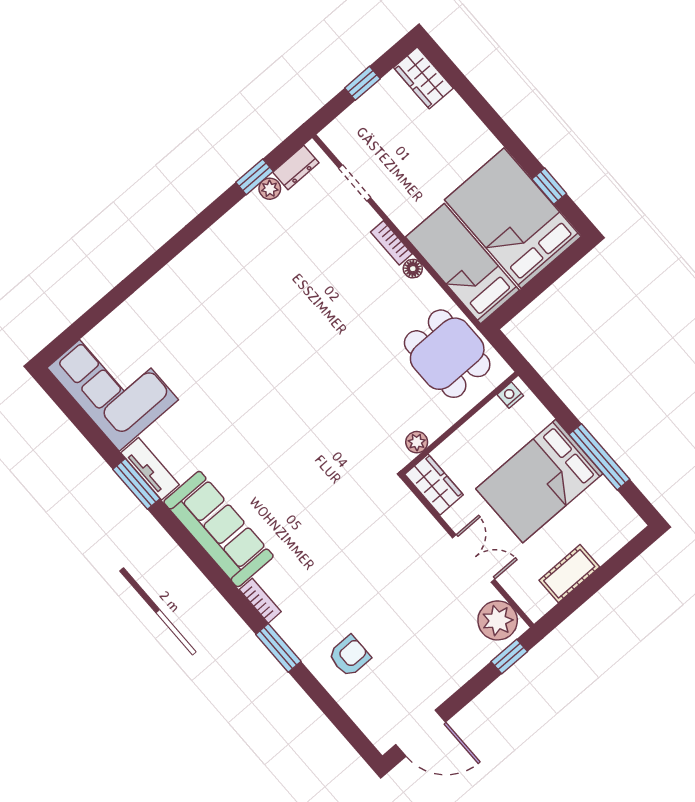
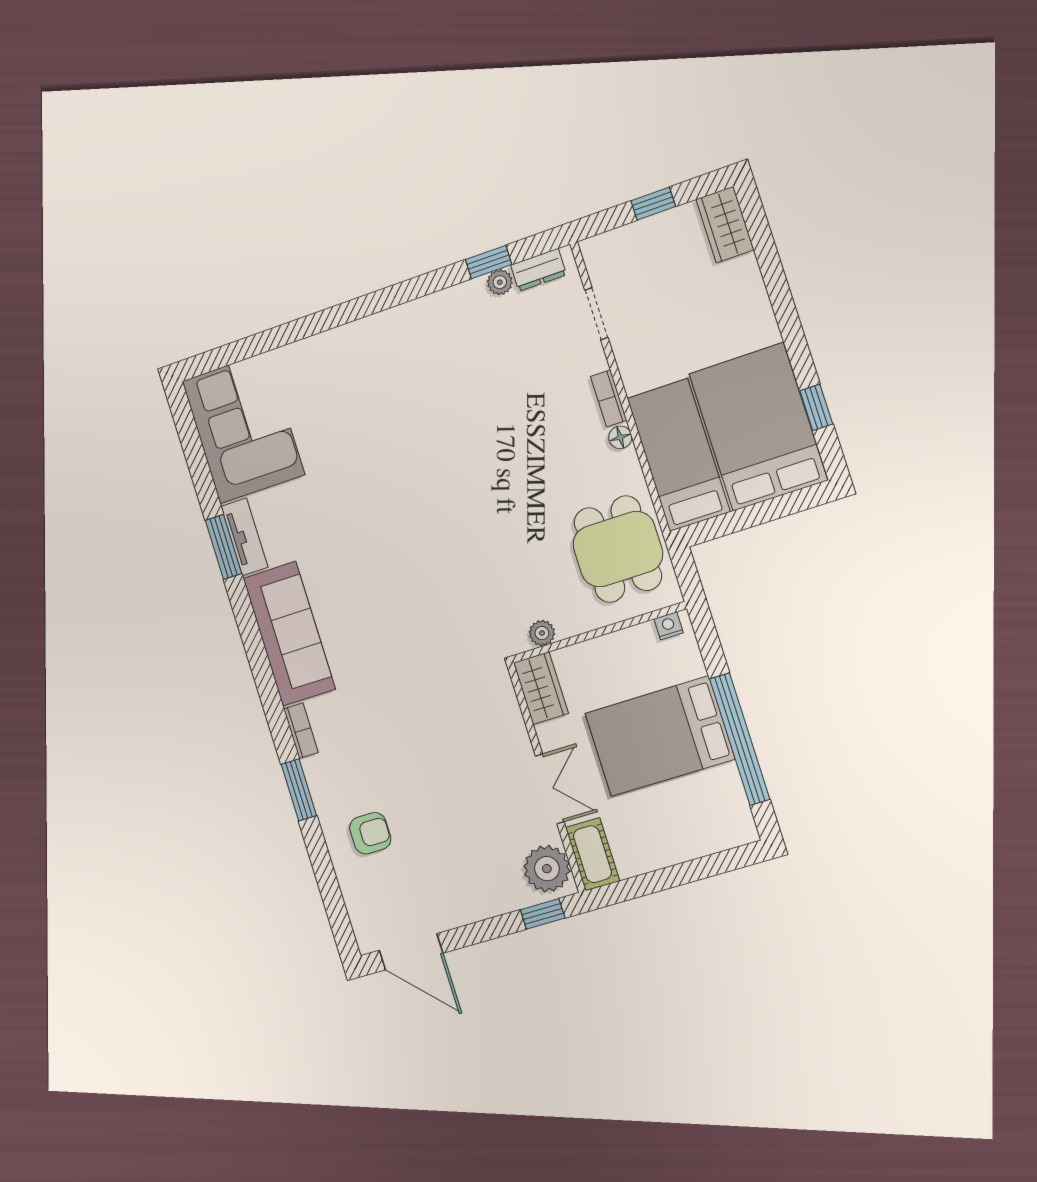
window: (599, 457) -> (740, 739), width x1.46
cot: (569, 574) -> (593, 854), moved, turned 90

